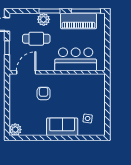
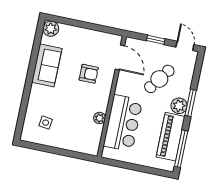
plant: (44, 19) -> (179, 106), moved
cafe table: (36, 39) -> (159, 79), turned 36
plant: (76, 78) -> (100, 118), added
sofa: (62, 127) -> (47, 65), moved

